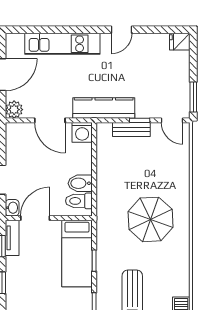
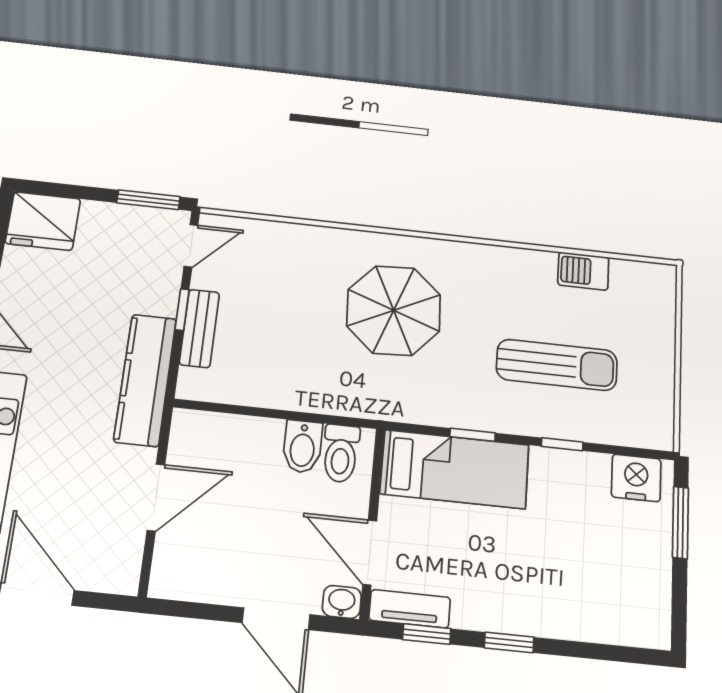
fridge: (180, 42) -> (43, 221), width x1.88, depth x1.34
plant: (14, 110) -> (120, 575), removed
washing machine: (82, 132) -> (192, 431), removed

